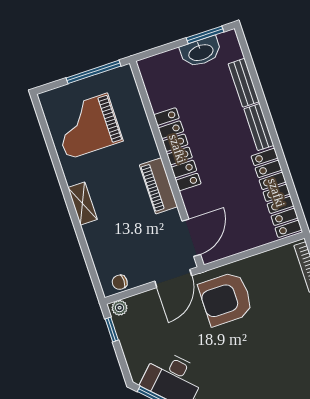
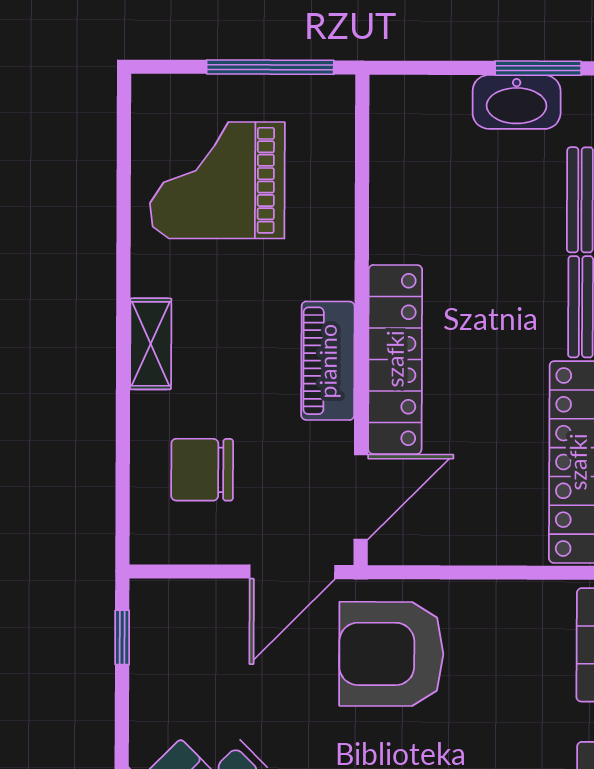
locker: (177, 149) -> (395, 359), moved
chair: (120, 282) -> (202, 470), moved, width x1.87, depth x1.87
plant: (120, 308) -> (155, 596), removed

